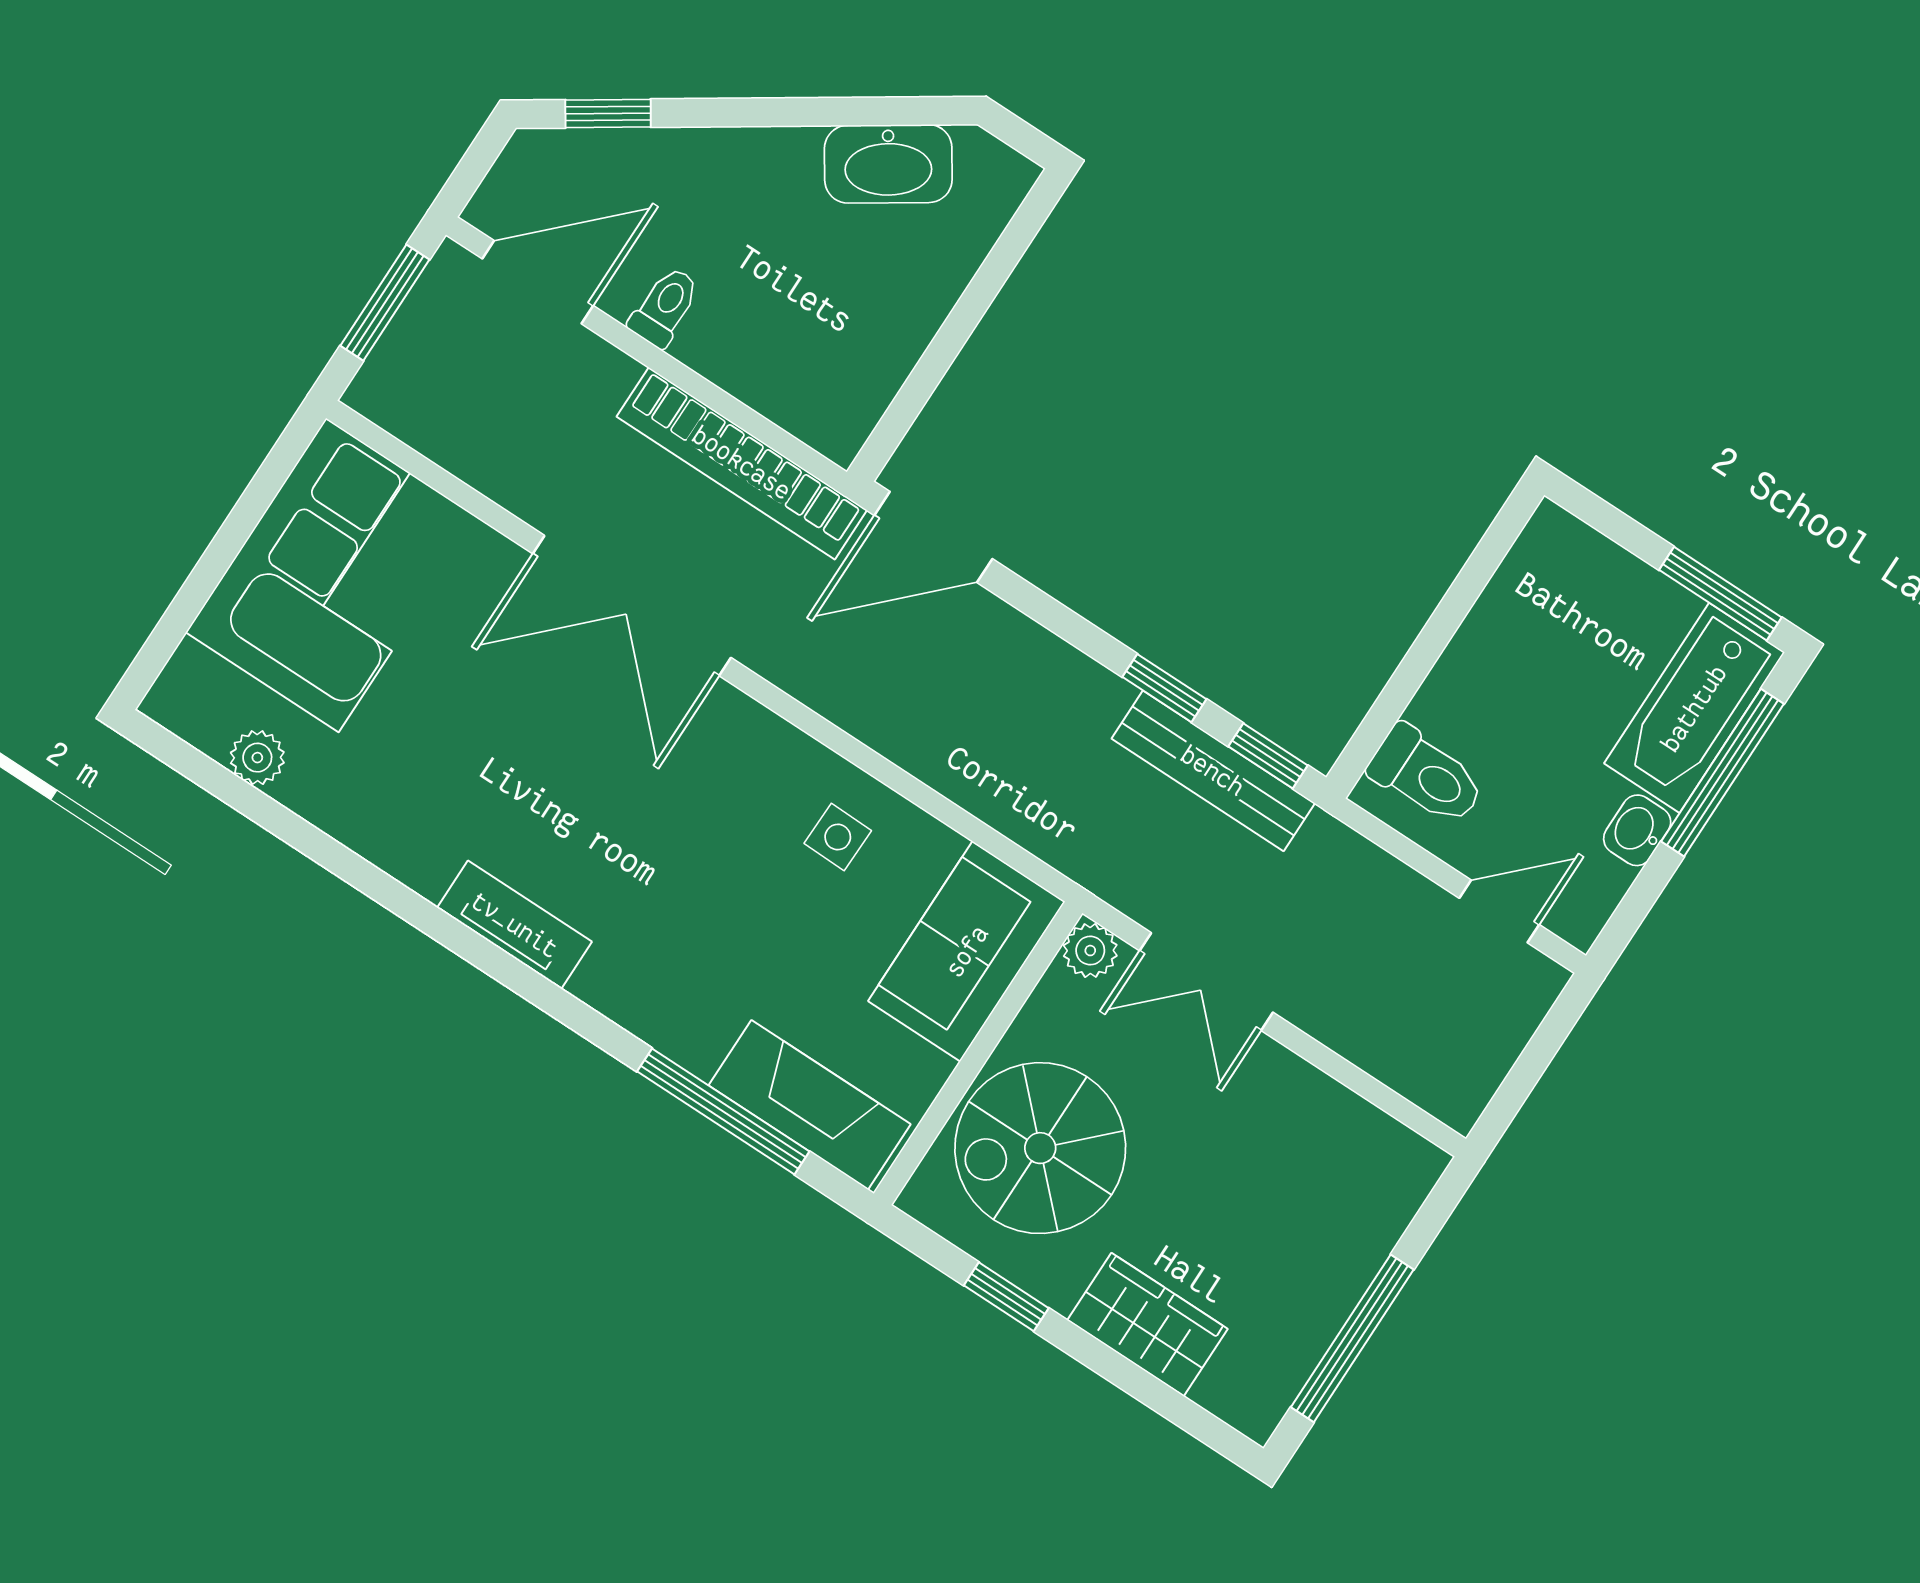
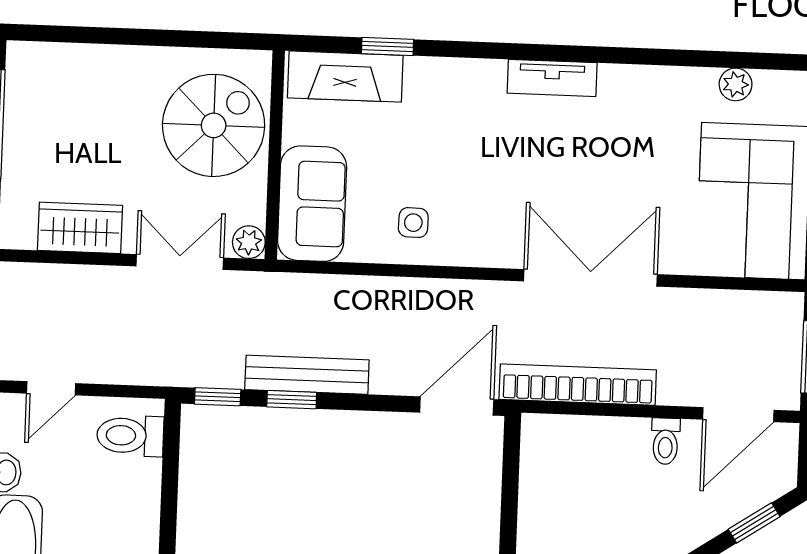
bench: (1213, 771) -> (307, 375), moved
window: (723, 1111) -> (388, 46), width x0.46
window: (1006, 1297) -> (185, 39), removed
wardrobe: (1148, 1325) -> (80, 228), moved, turned 180

